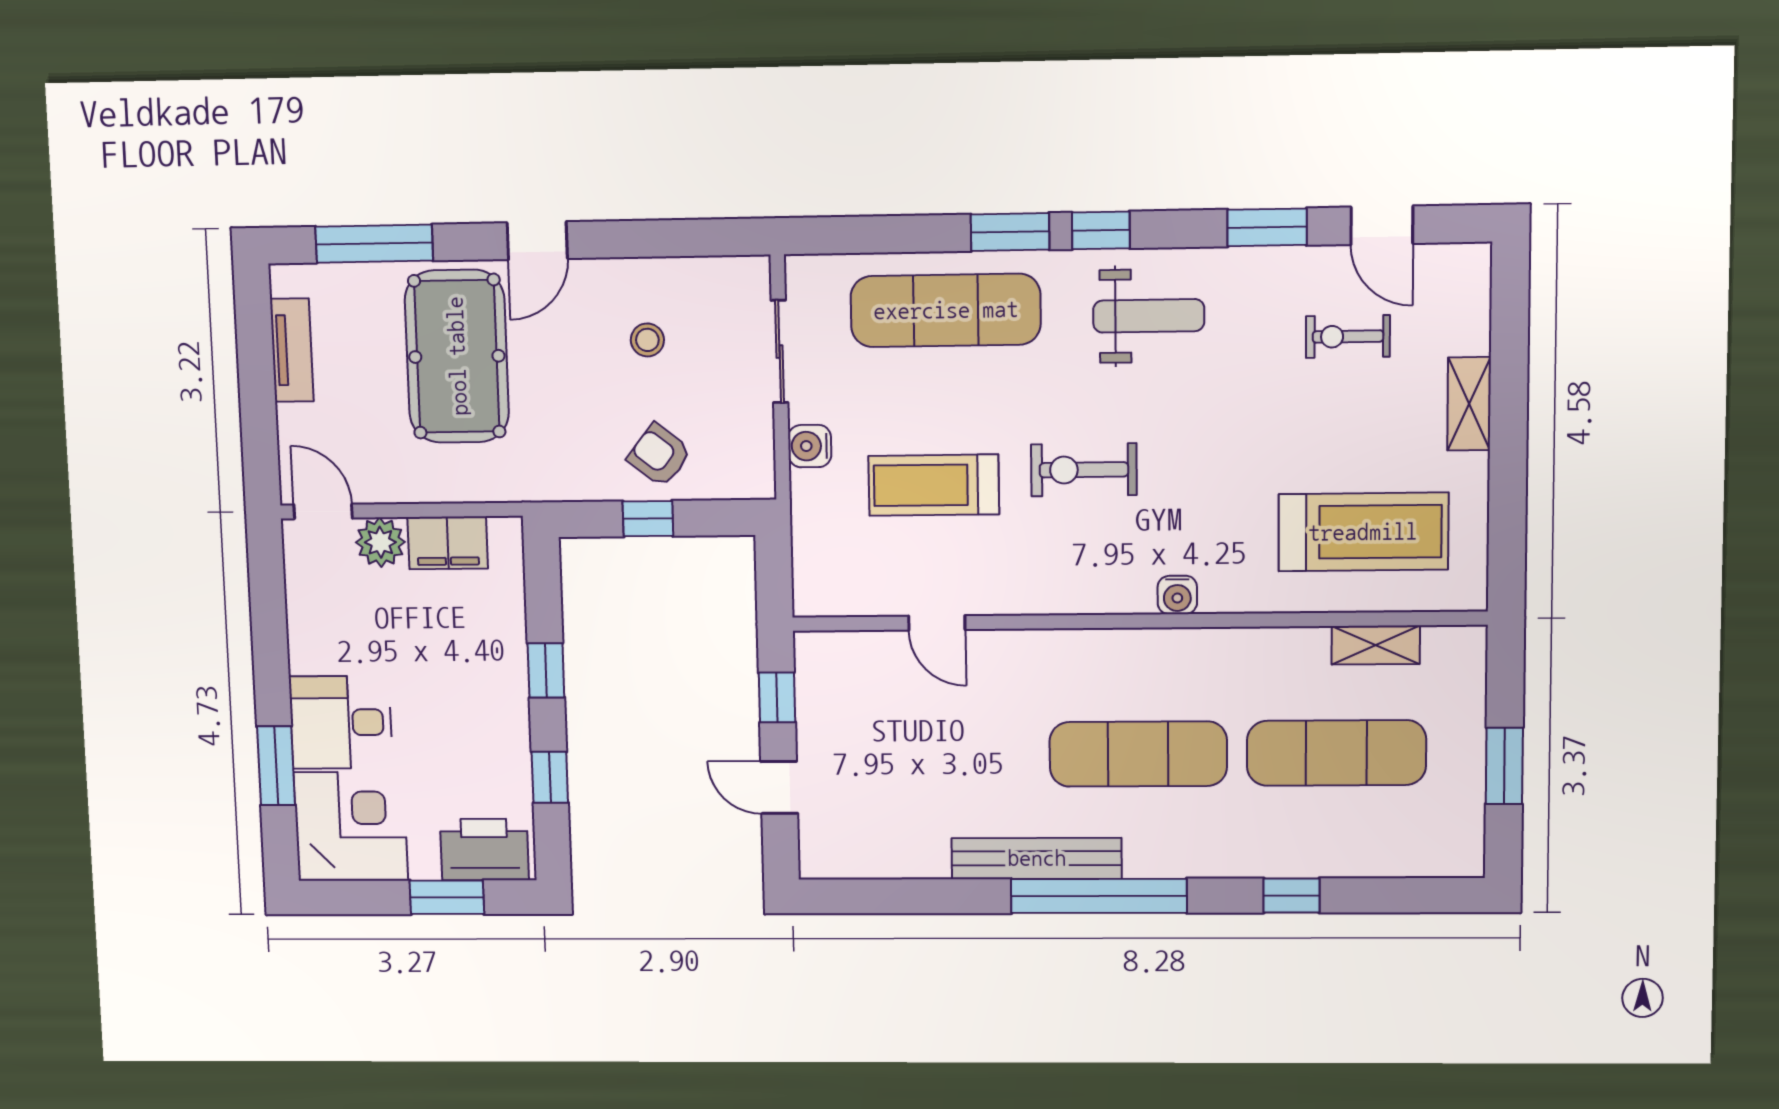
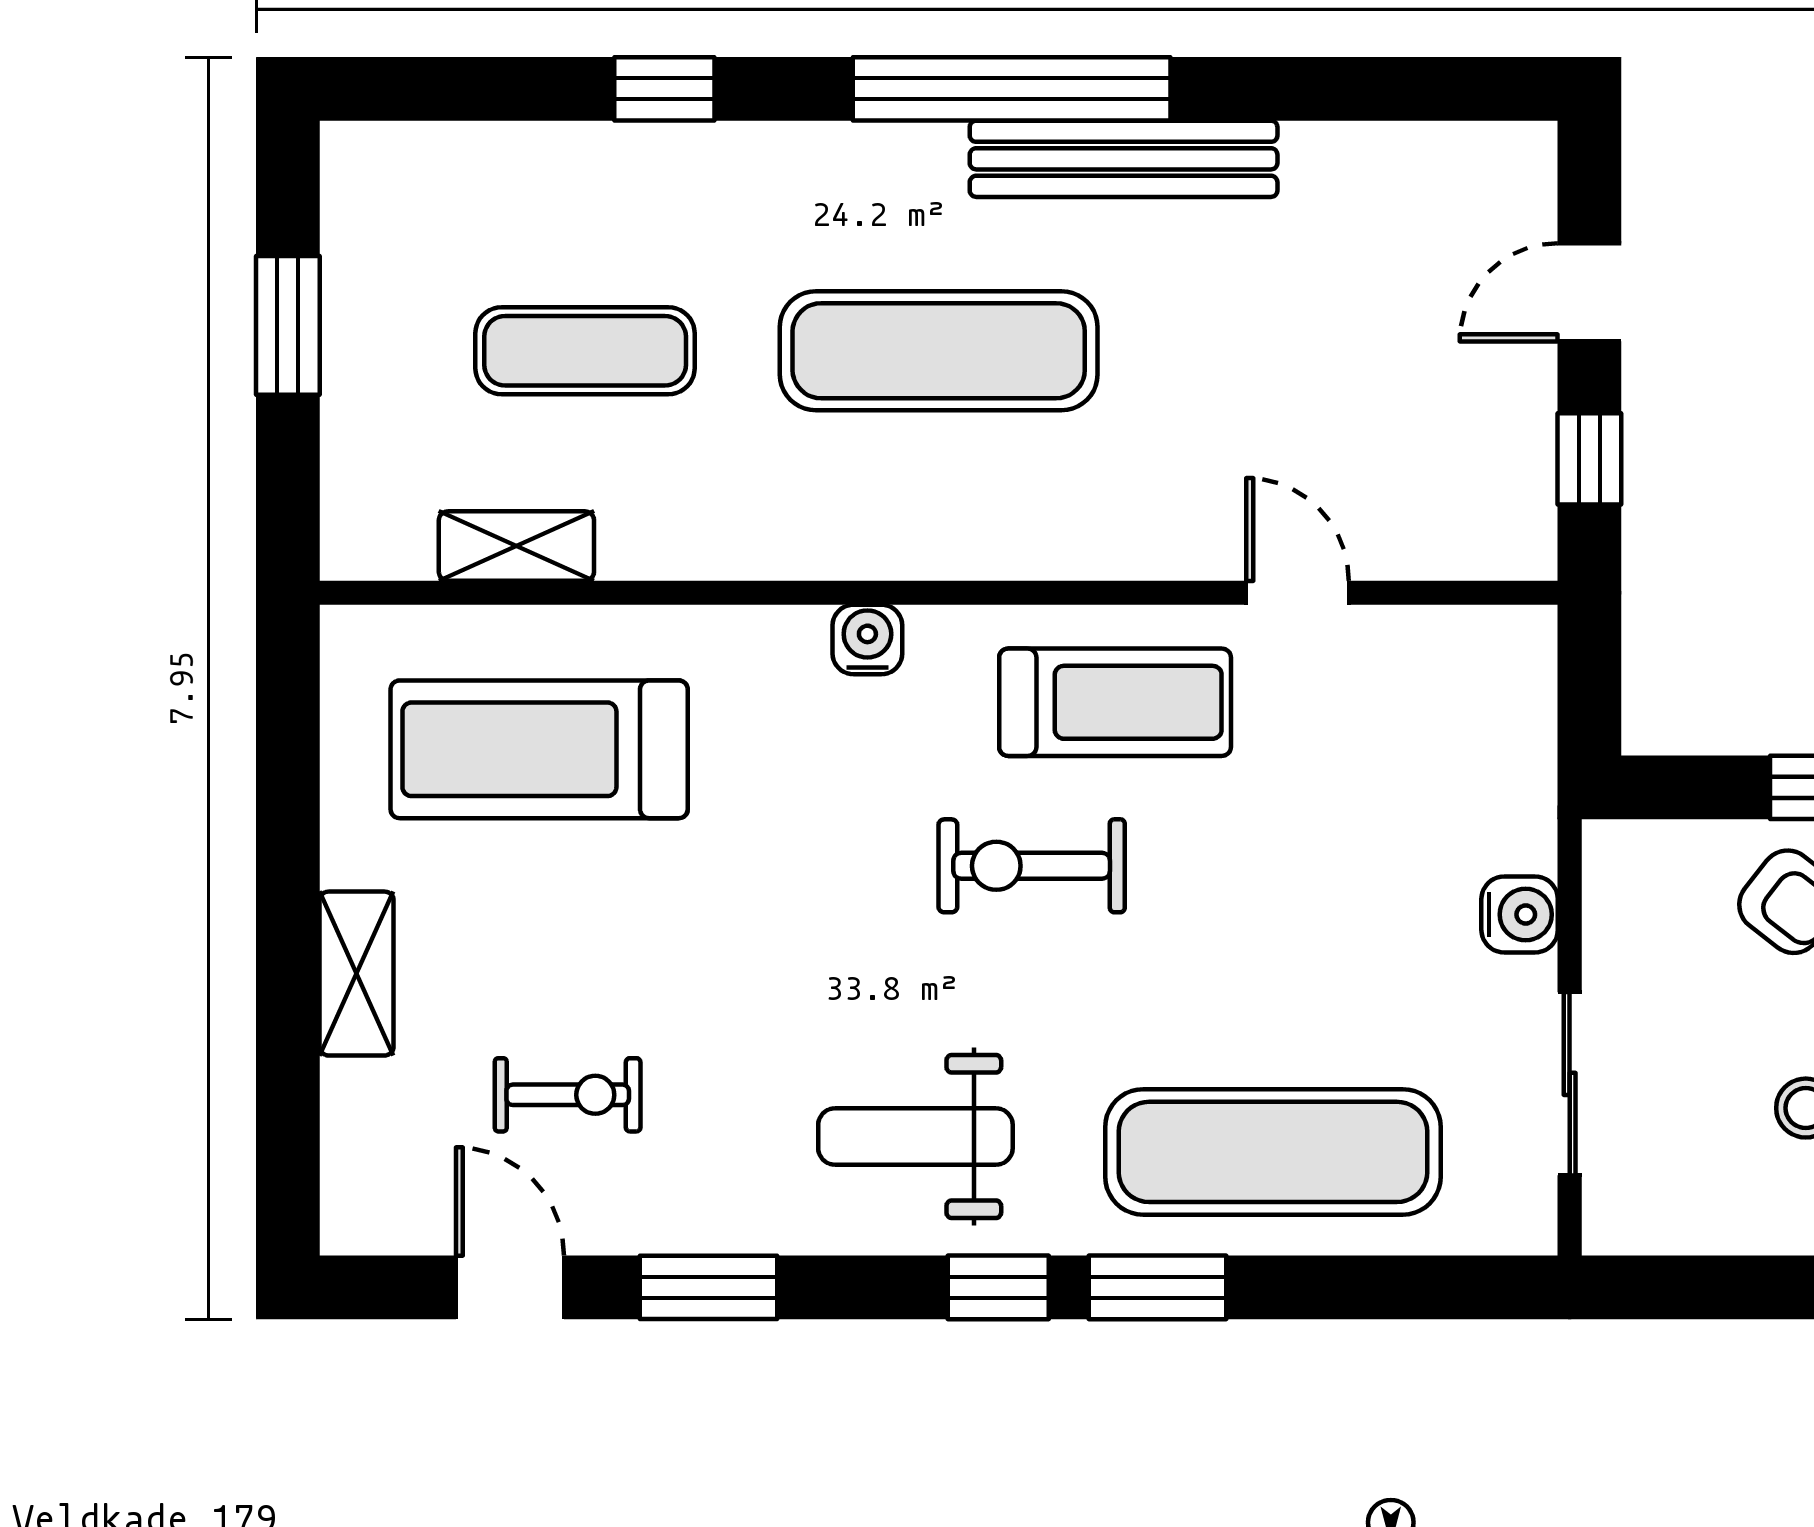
exercise bike: (1084, 470) -> (1032, 866), turned 180
treadmill: (934, 485) -> (1115, 702), moved
exercise mat: (1336, 753) -> (585, 351), width x0.73, depth x0.69
door: (779, 788) -> (1589, 292), swing flipped

